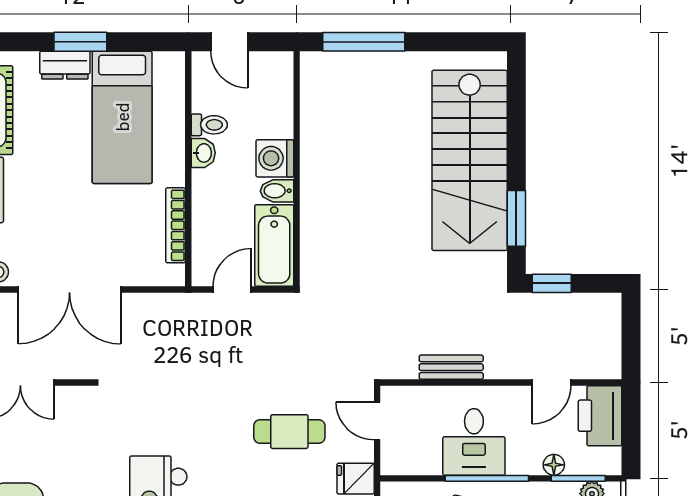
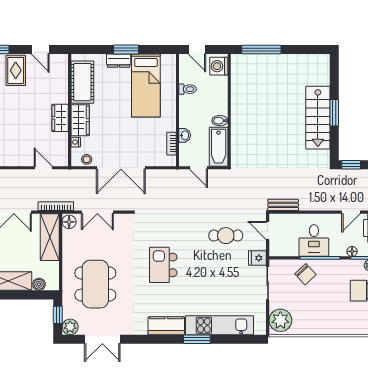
washbasin: (203, 153) -> (185, 135), moved
washing machine: (275, 158) -> (219, 66), moved
stairs: (470, 160) -> (318, 118), width x0.73, depth x0.66
window: (516, 218) -> (334, 113), moved
bookcase: (176, 225) -> (171, 144), width x0.64
door: (232, 290) -> (198, 168), swing flipped
bench: (451, 367) -> (283, 205), moved

